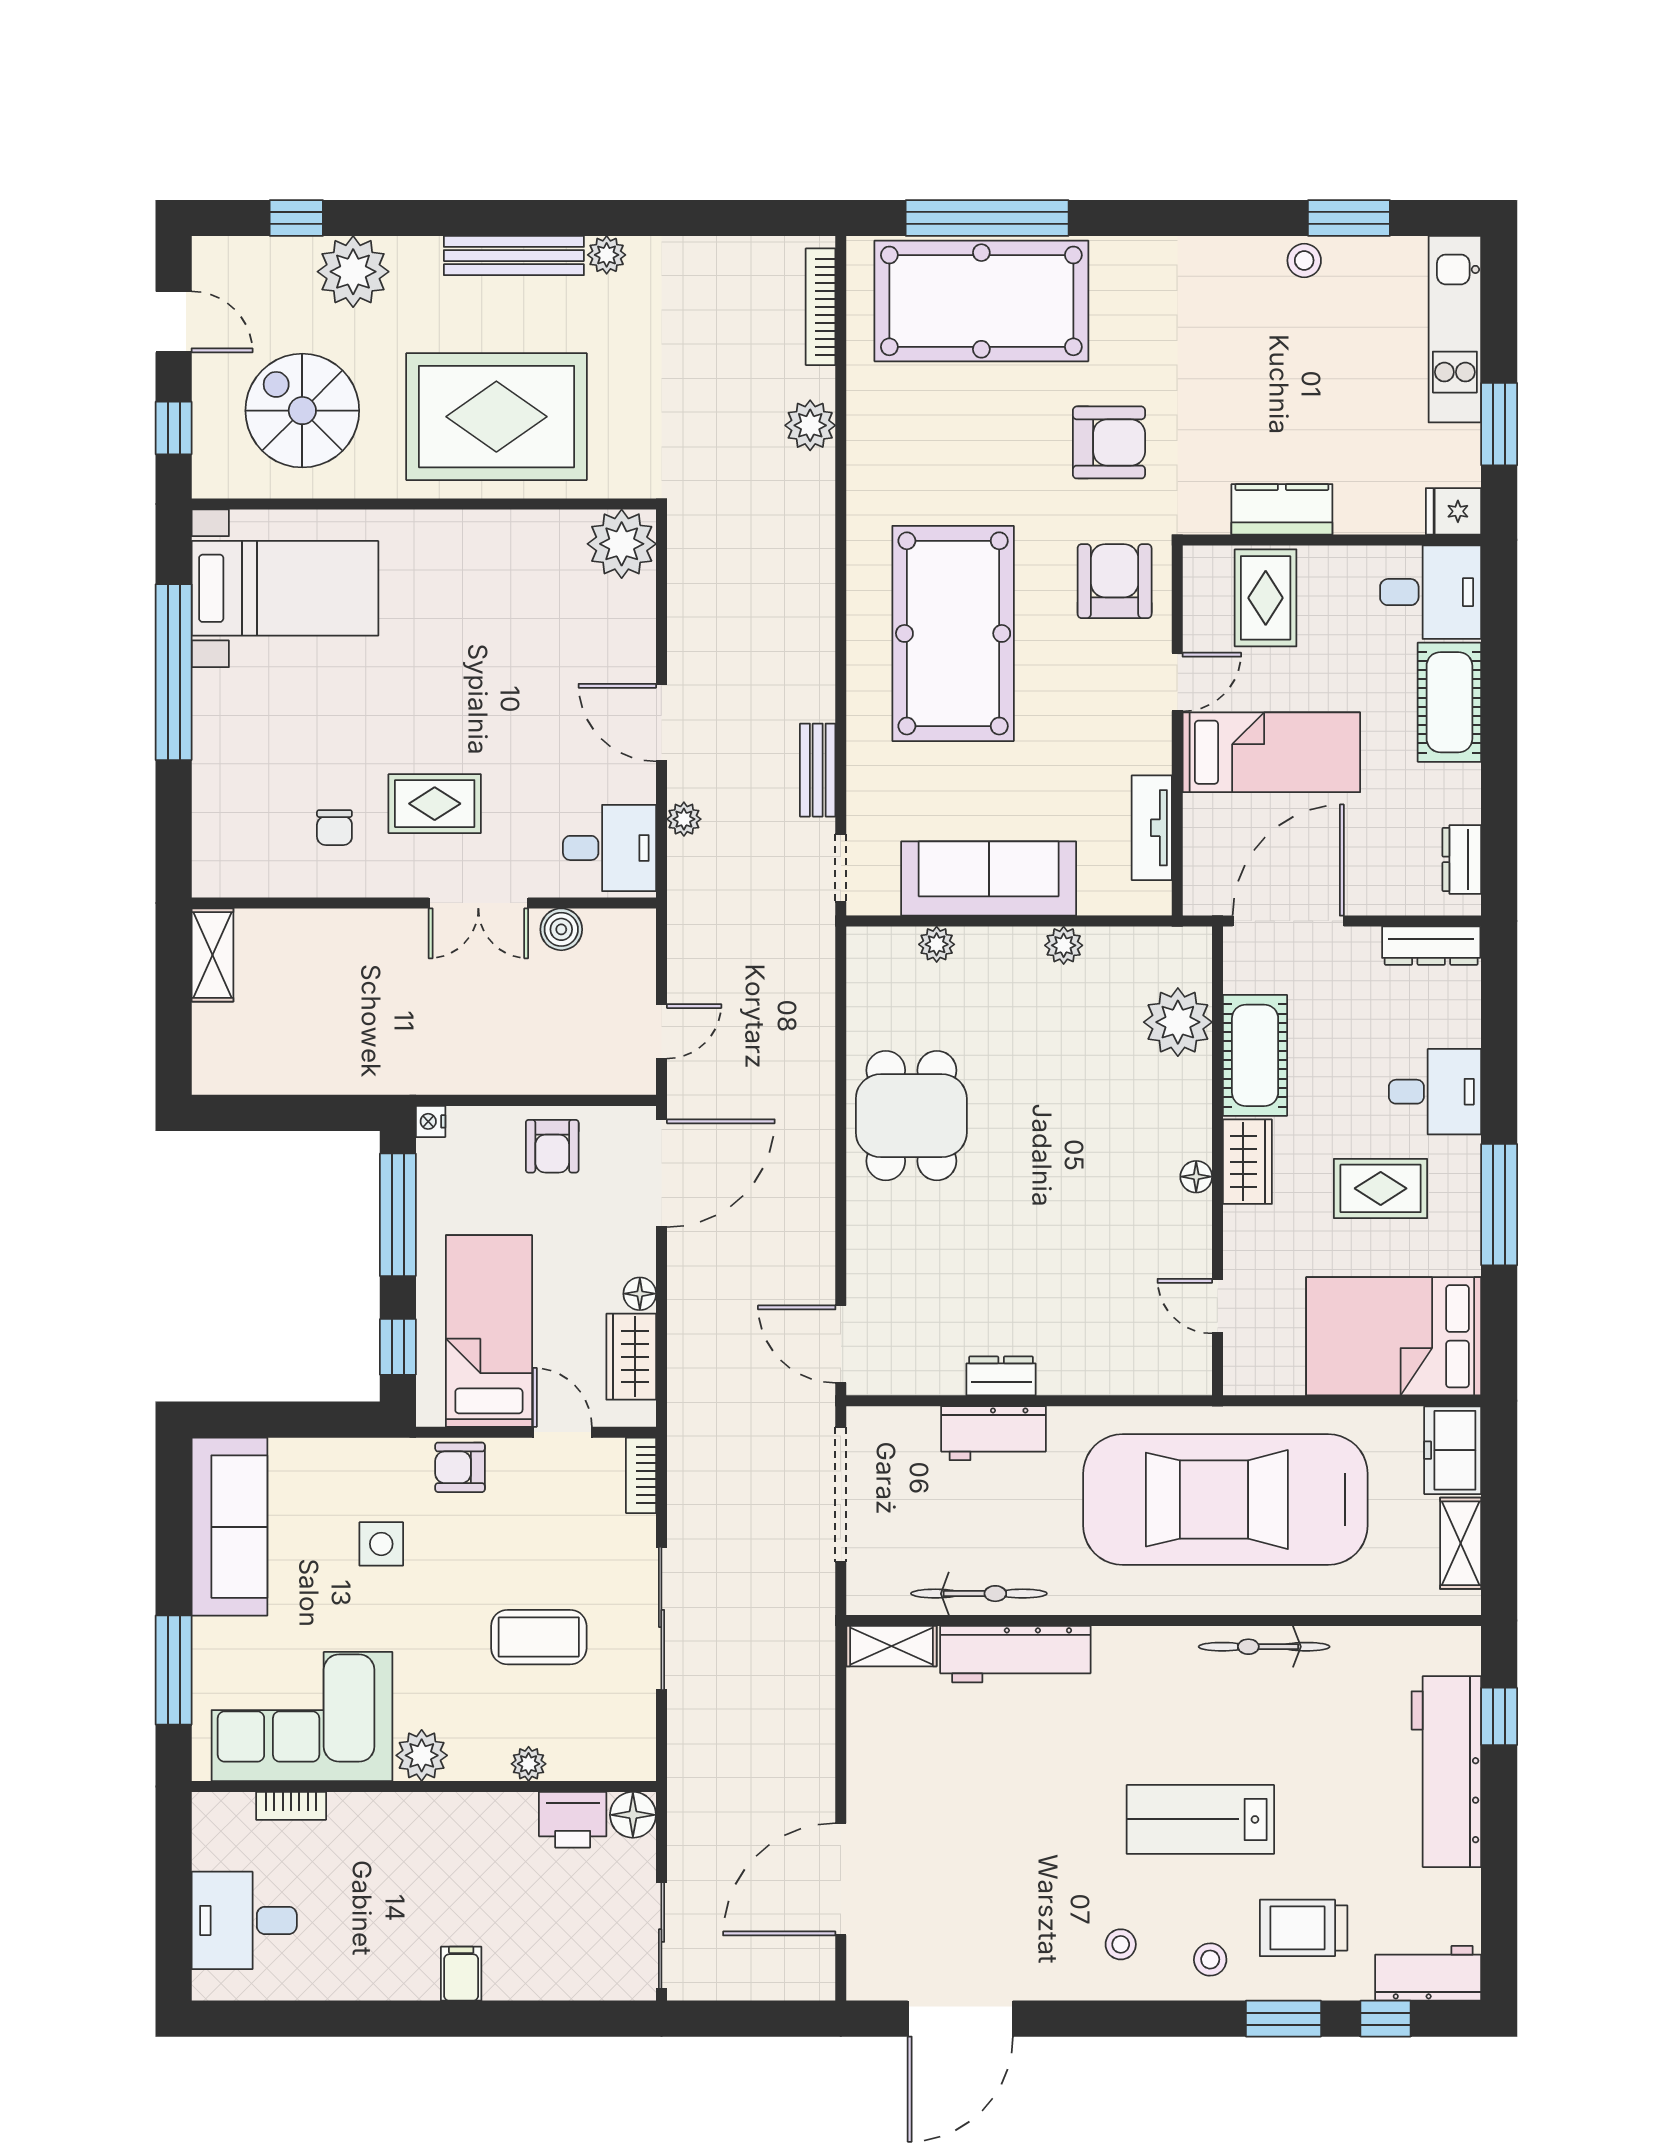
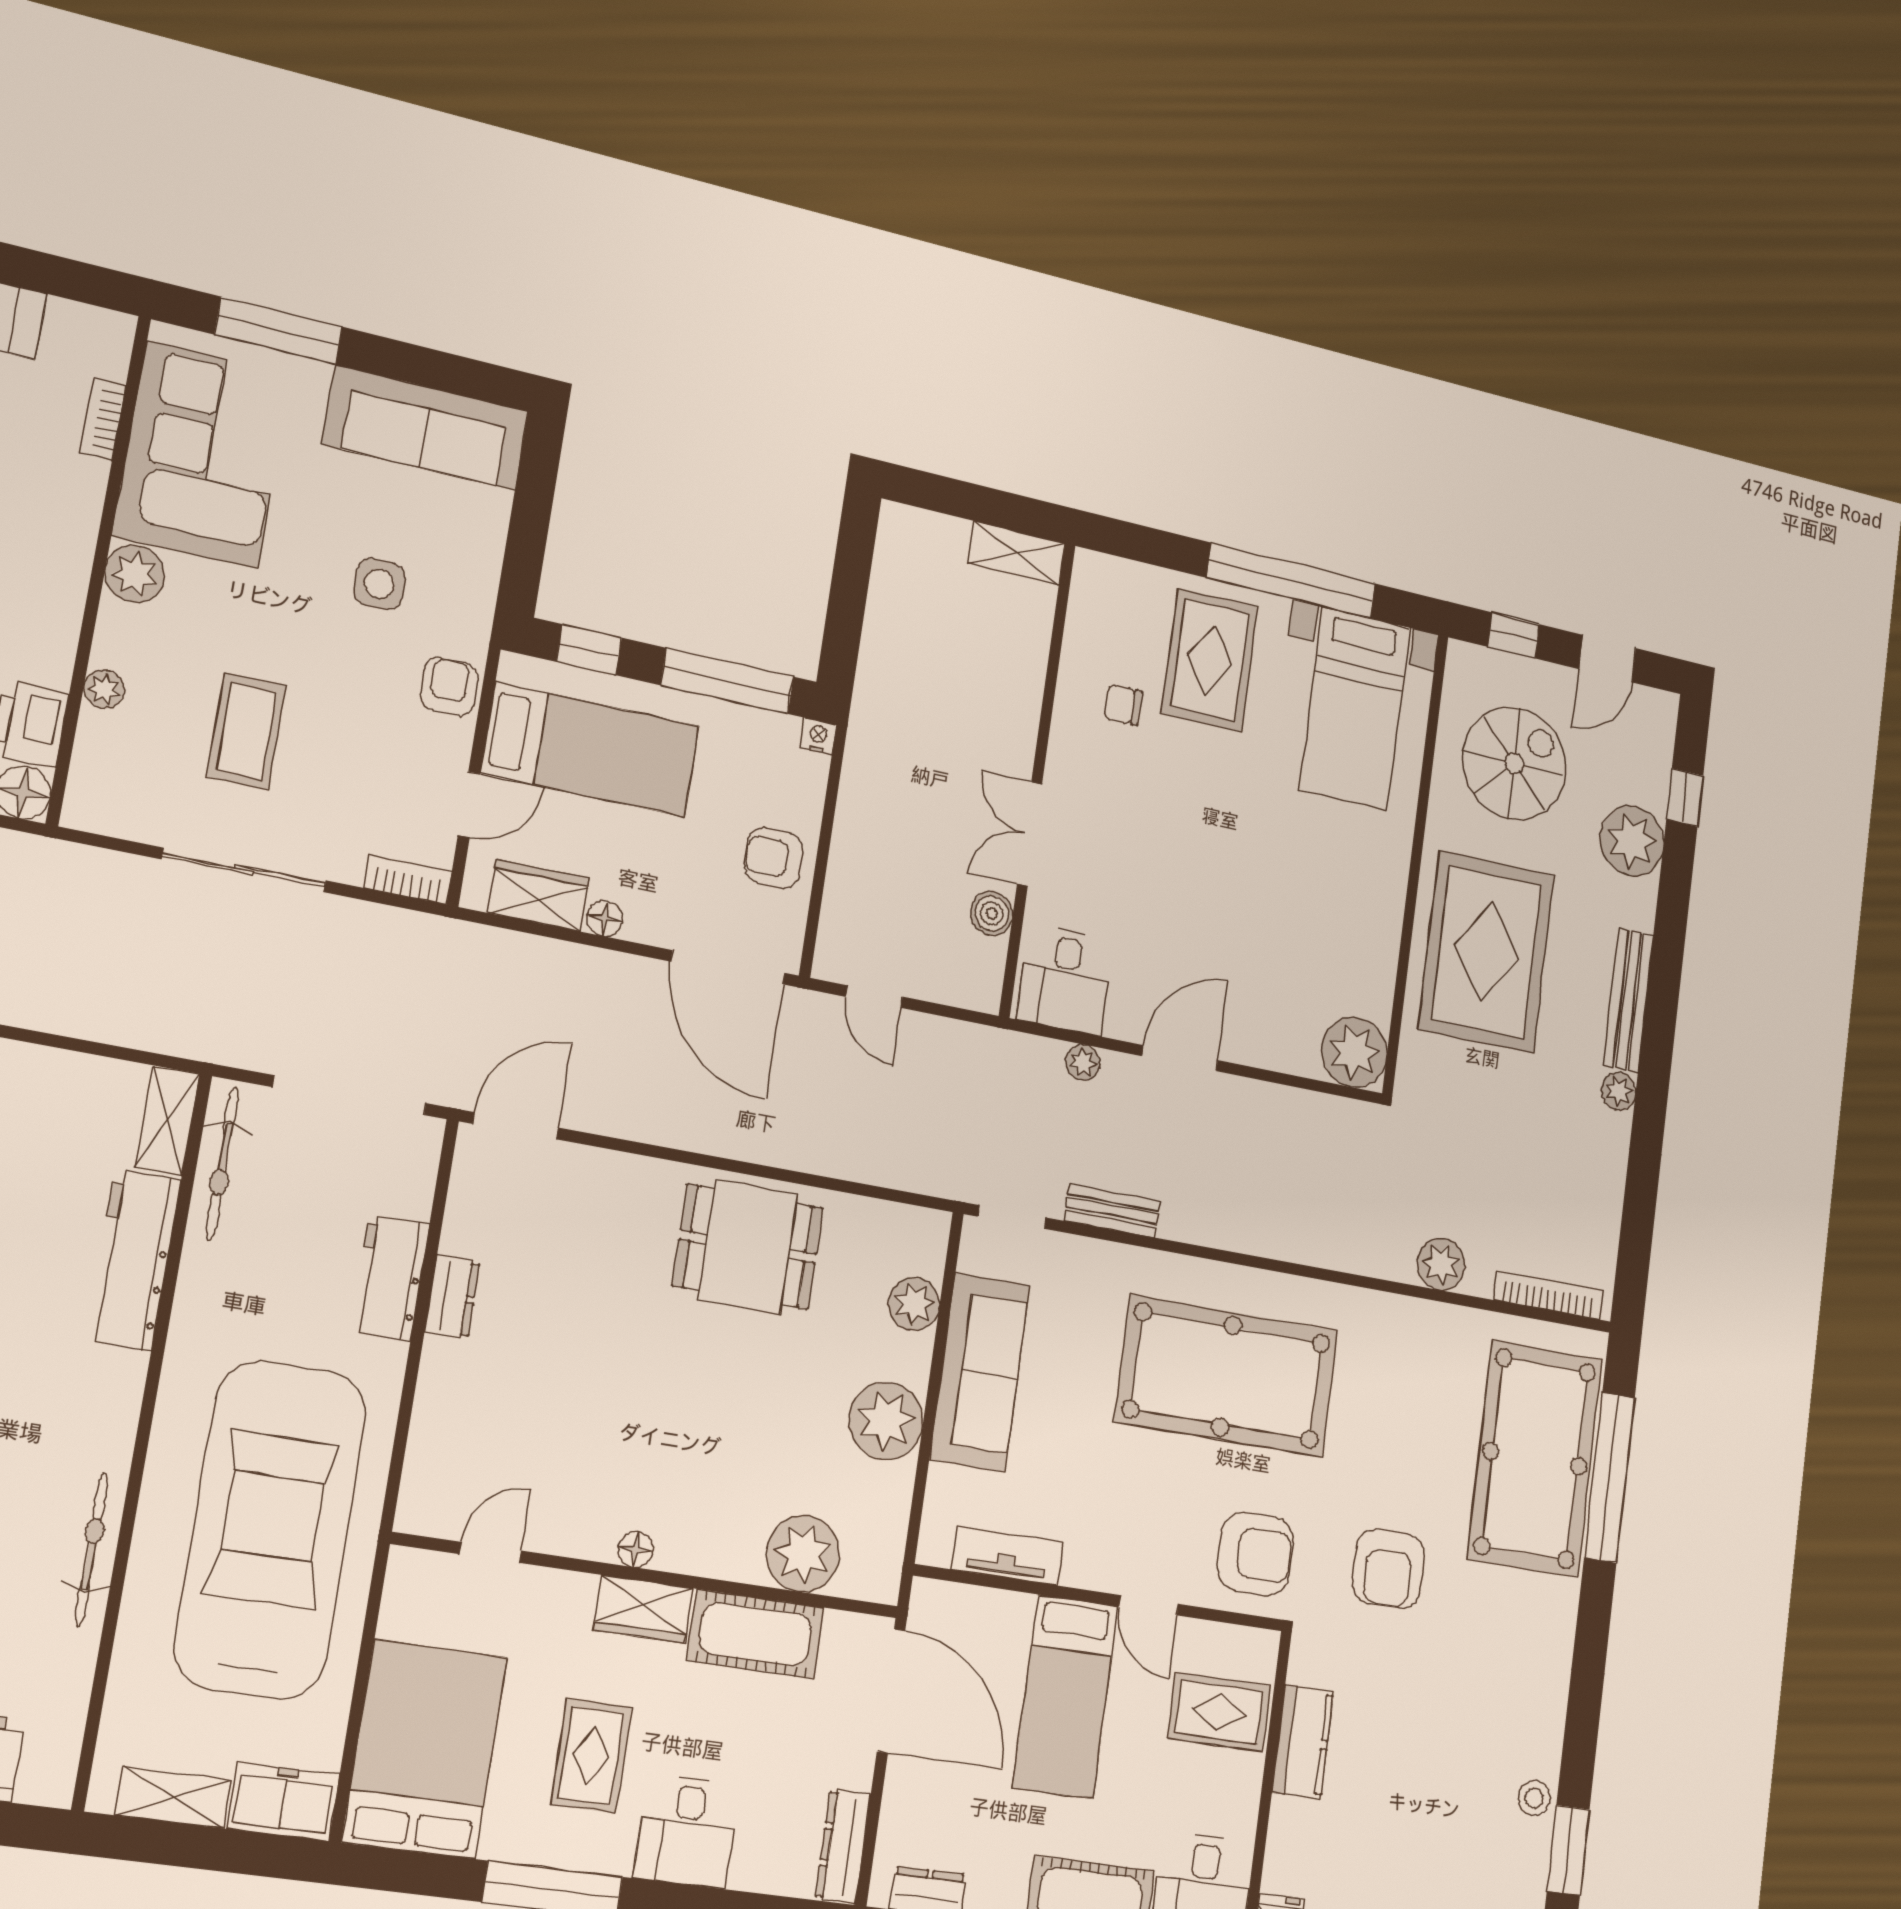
rug: (435, 804) -> (1210, 660), moved, width x1.36, depth x1.43
plant: (937, 944) -> (914, 1304), width x1.38, depth x1.38
plant: (1064, 945) -> (886, 1421), width x1.88, depth x1.88
bicycle: (979, 1594) -> (222, 1164), moved

